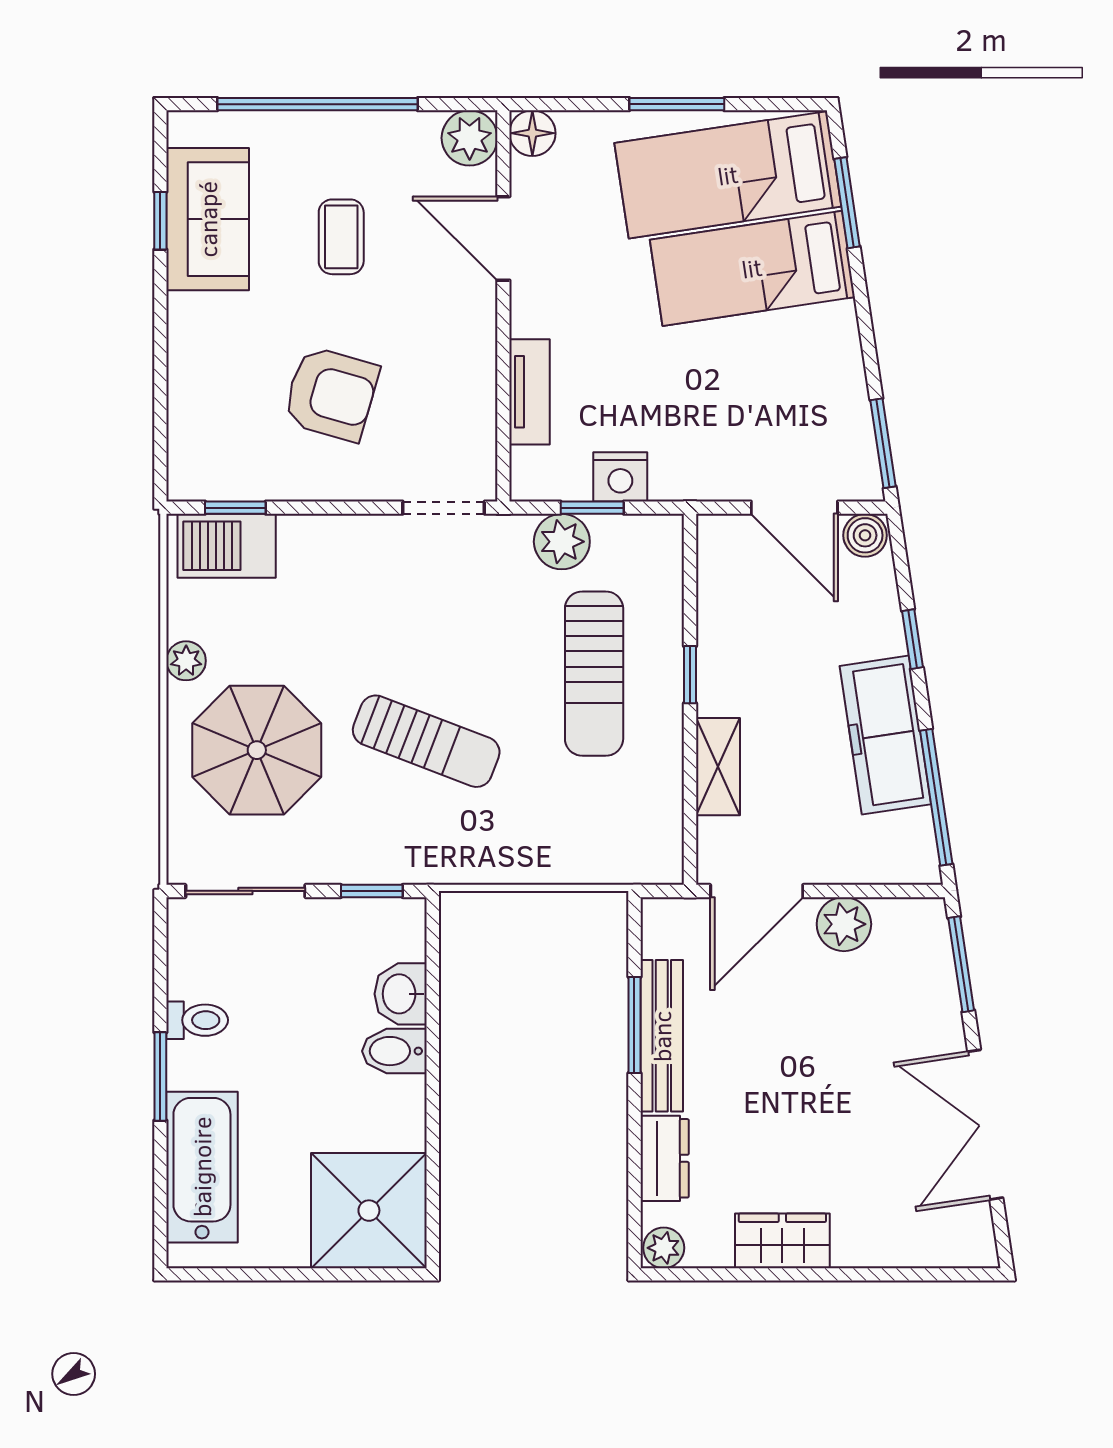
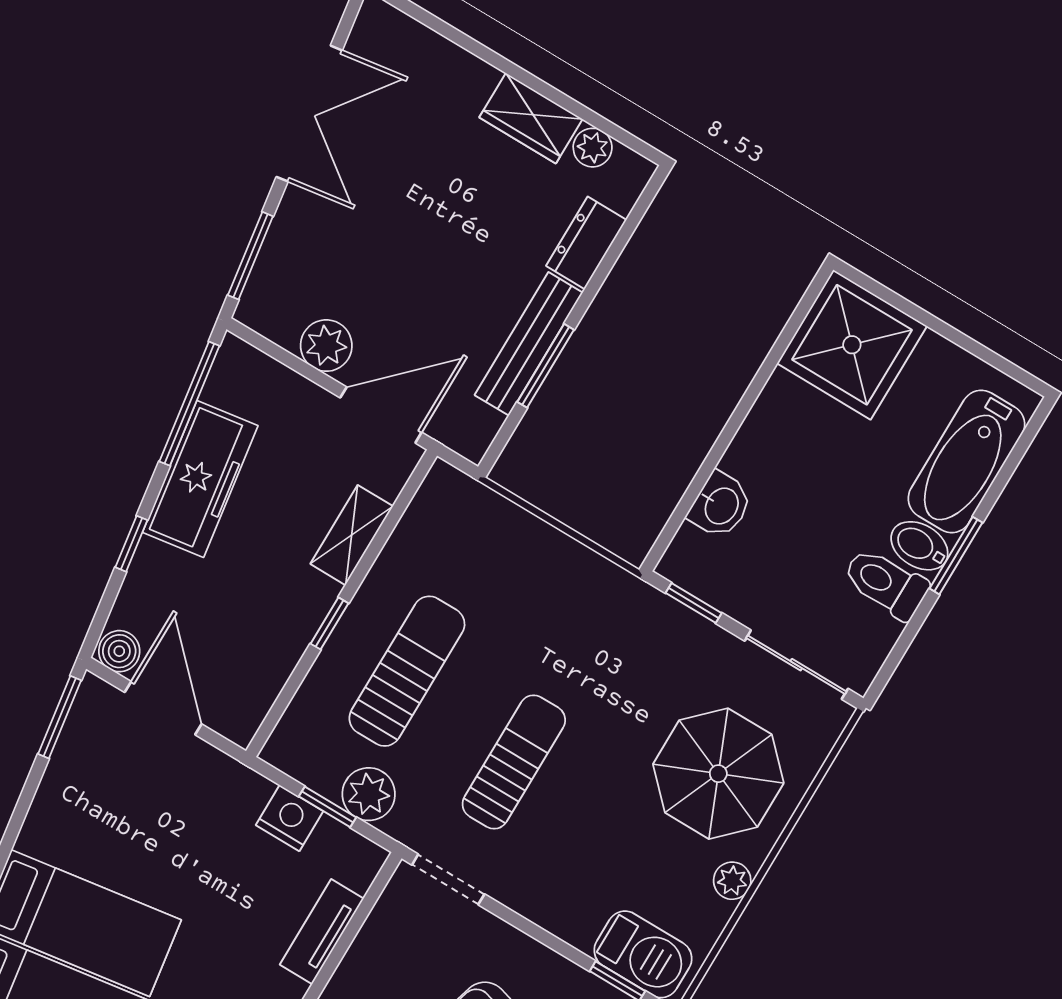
sun lounger: (426, 741) -> (514, 762), moved, turned 69
toilet: (197, 1020) -> (886, 583), width x1.37, depth x1.39
bidet: (394, 1051) -> (919, 546), moved, turned 180
plant: (664, 1248) -> (593, 148), moved

